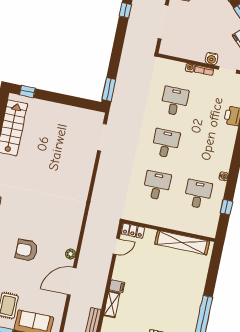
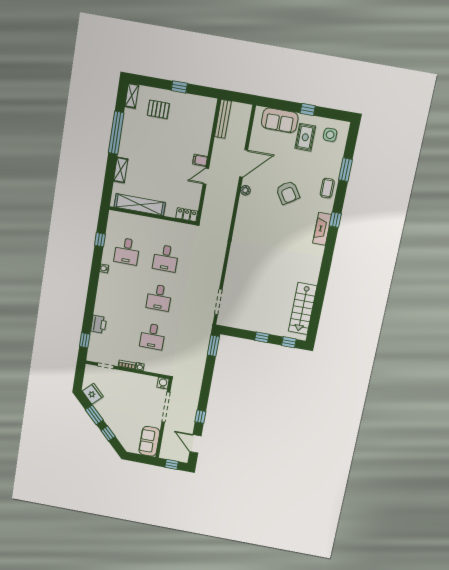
water cooler: (211, 59) -> (163, 383), moved
window: (56, 98) -> (262, 337), added
door: (116, 246) -> (206, 176), moved
armchair: (27, 250) -> (288, 192), turned 57
shelving: (112, 304) -> (121, 170), moved

